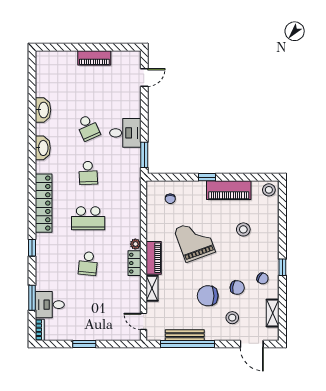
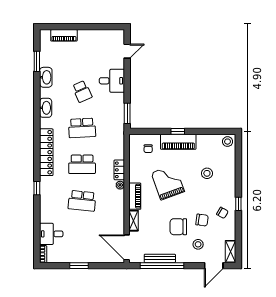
piano: (94, 58) -> (64, 35), moved
desk: (125, 133) -> (112, 81), moved
school desk: (88, 173) -> (82, 128), width x1.85
piano: (229, 190) -> (178, 142), moved
school desk: (88, 263) -> (82, 201), width x1.85
locker: (134, 263) -> (119, 170), moved
window: (32, 298) -> (37, 61), moved
shelving: (273, 313) -> (231, 252), moved
door: (144, 321) -> (127, 247), width x1.87
door: (252, 344) -> (214, 266), hinge flipped

